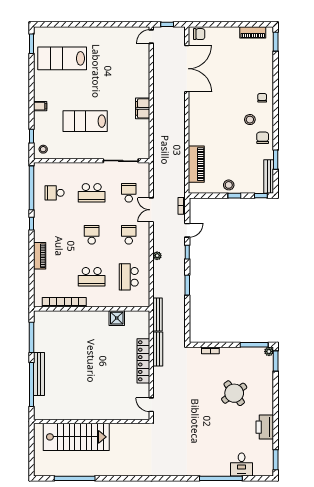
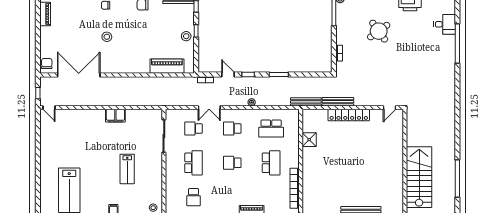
stool: (250, 120) -> (107, 37), moved
lab bench: (85, 121) -> (127, 169), width x0.73, depth x0.72

